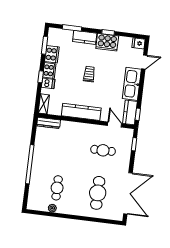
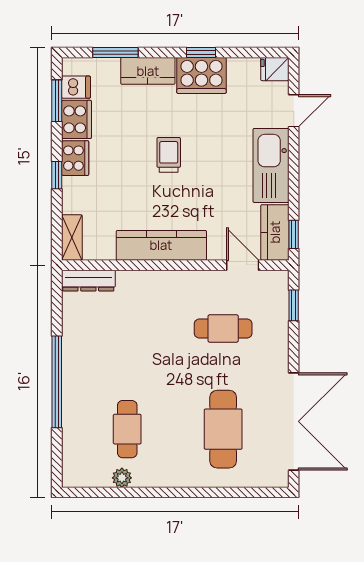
dishwasher: (48, 83) -> (76, 87), moved

